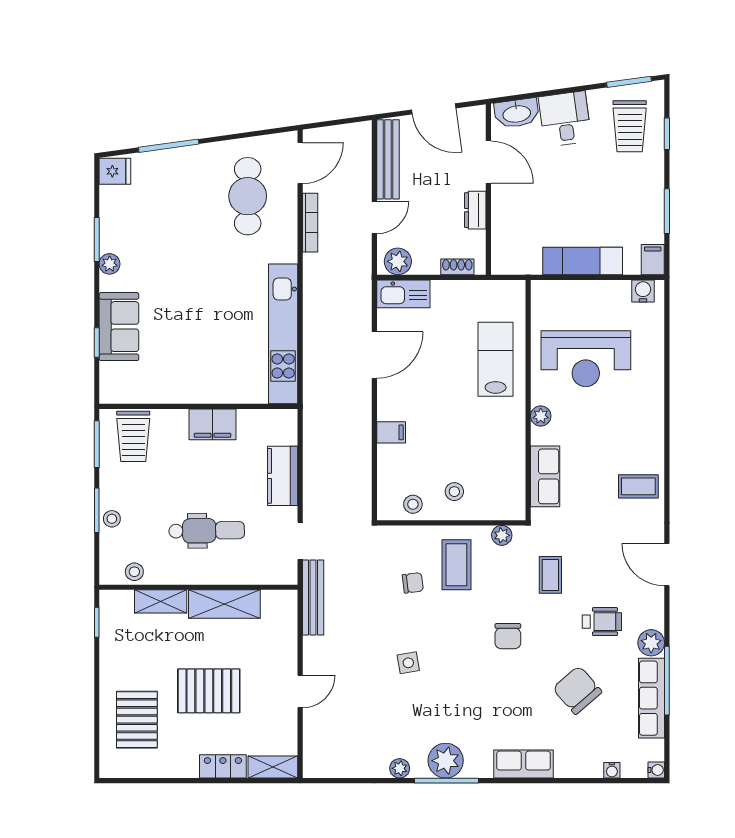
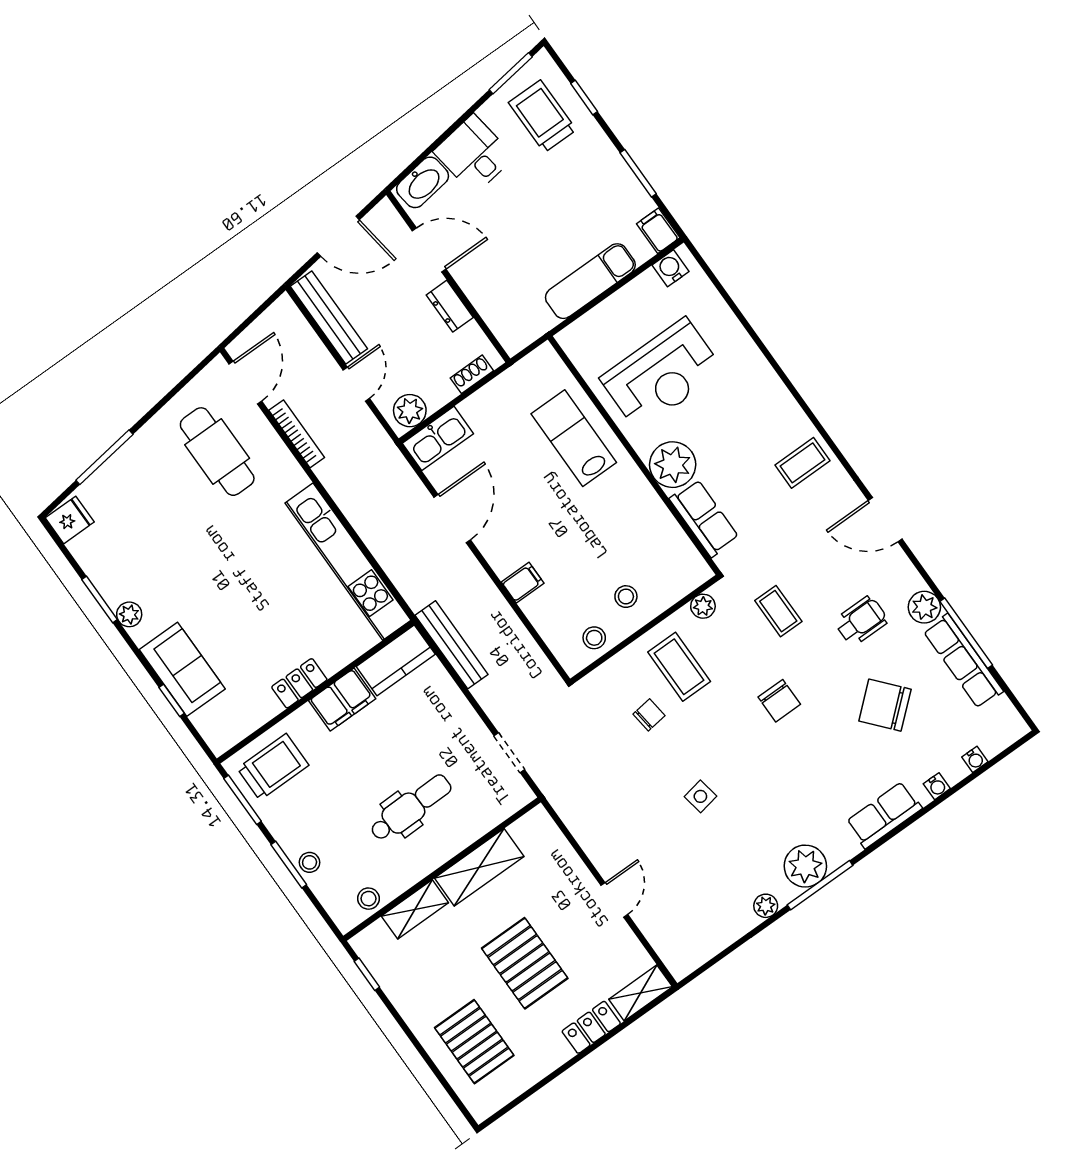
trolley: (630, 126) -> (542, 116), turned 180
locker: (191, 393) -> (299, 683), added
plant: (541, 416) -> (673, 465), width x1.87, depth x1.87
trolley: (133, 436) -> (273, 767), turned -90
kitchen counter: (283, 476) -> (396, 660), moved, turned -90
bench: (313, 597) -> (452, 645), moved
pallet: (209, 691) -> (525, 963), turned 90
water cooler: (656, 770) -> (937, 786), moved, turned 90

